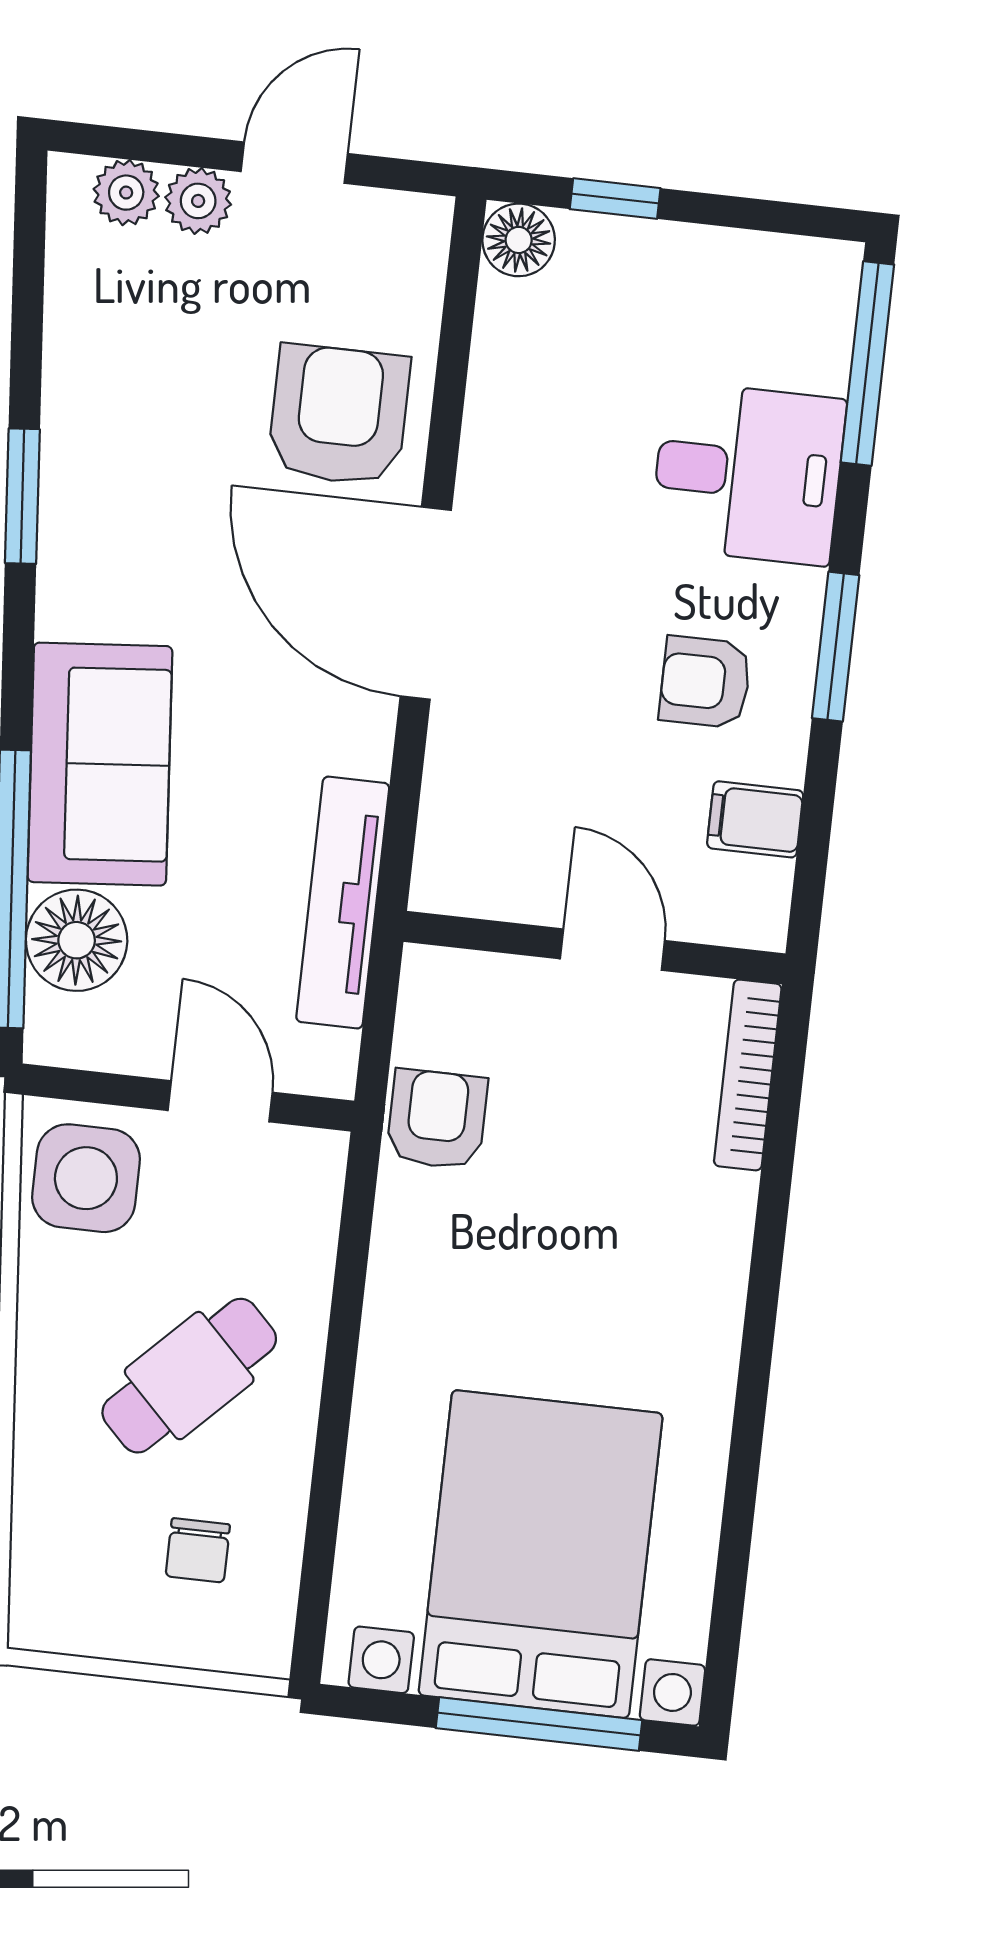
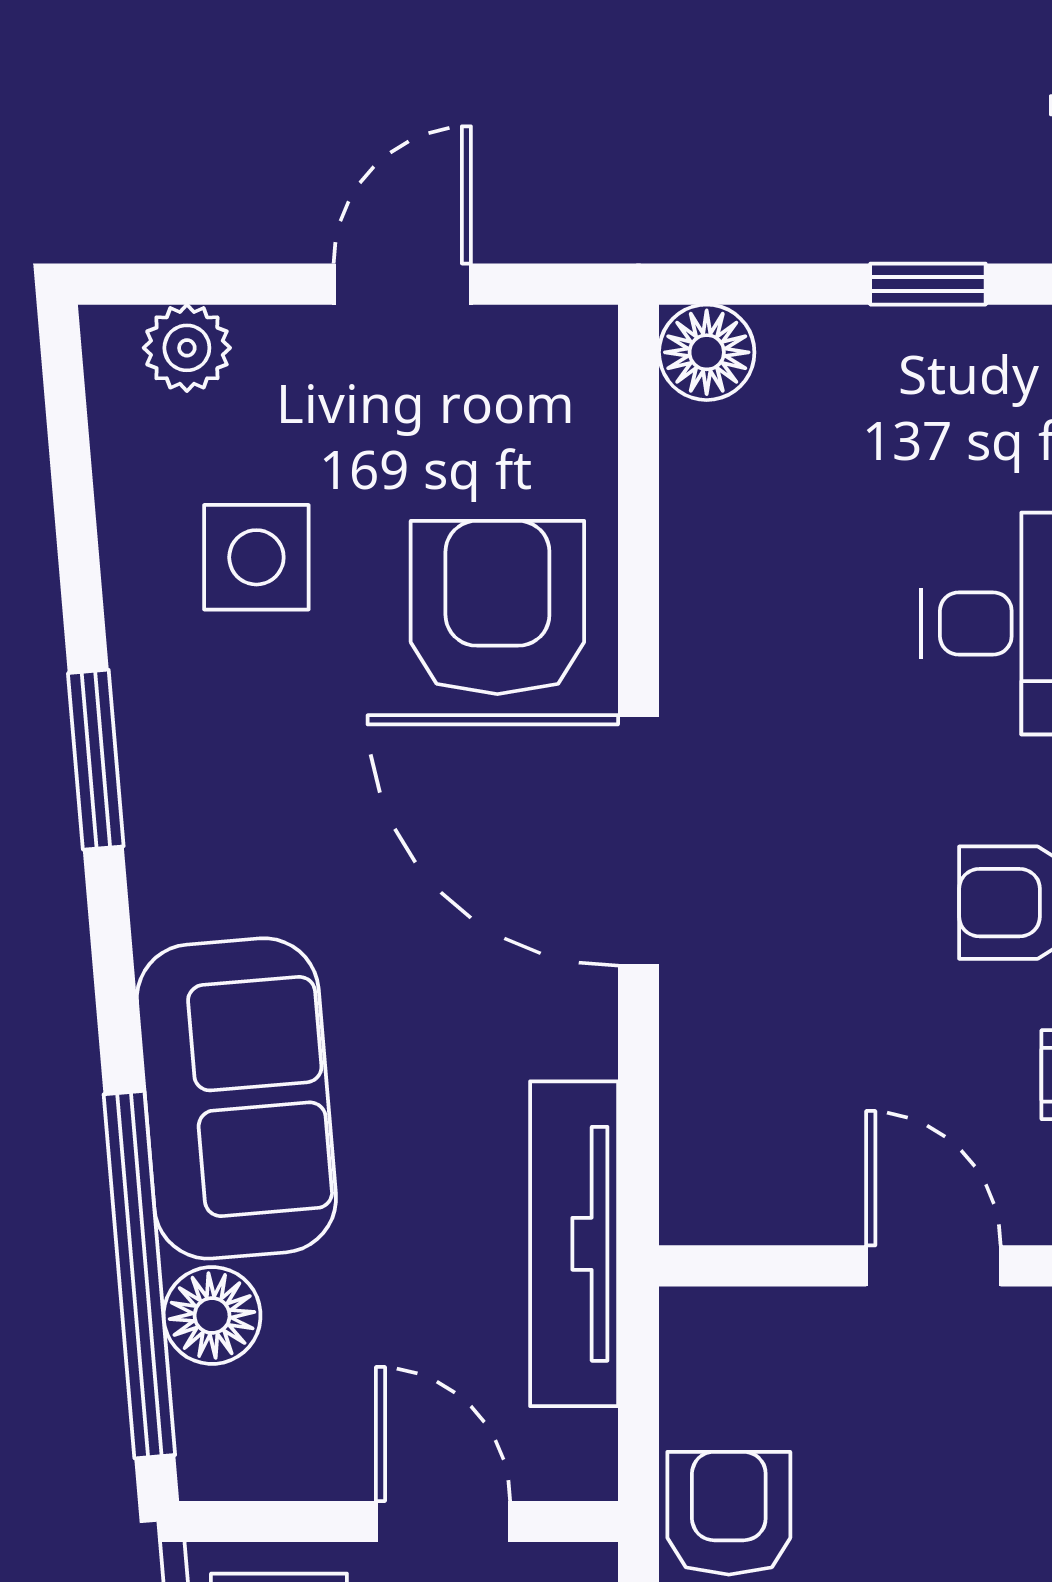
window: (615, 199) -> (928, 284), moved
plant: (198, 201) -> (282, 348), removed
side table: (161, 357) -> (256, 557), added
floor lamp: (77, 940) -> (212, 1316), width x0.73, depth x0.73

